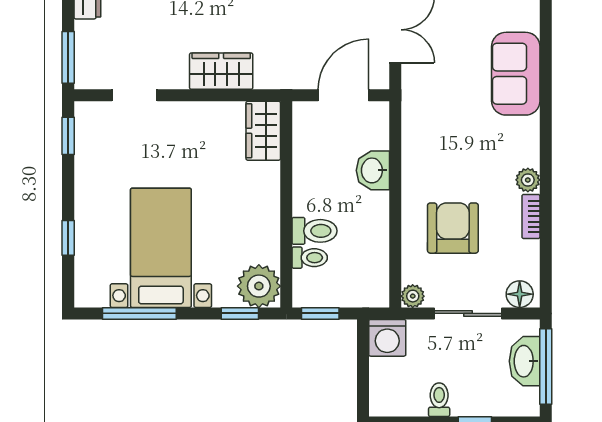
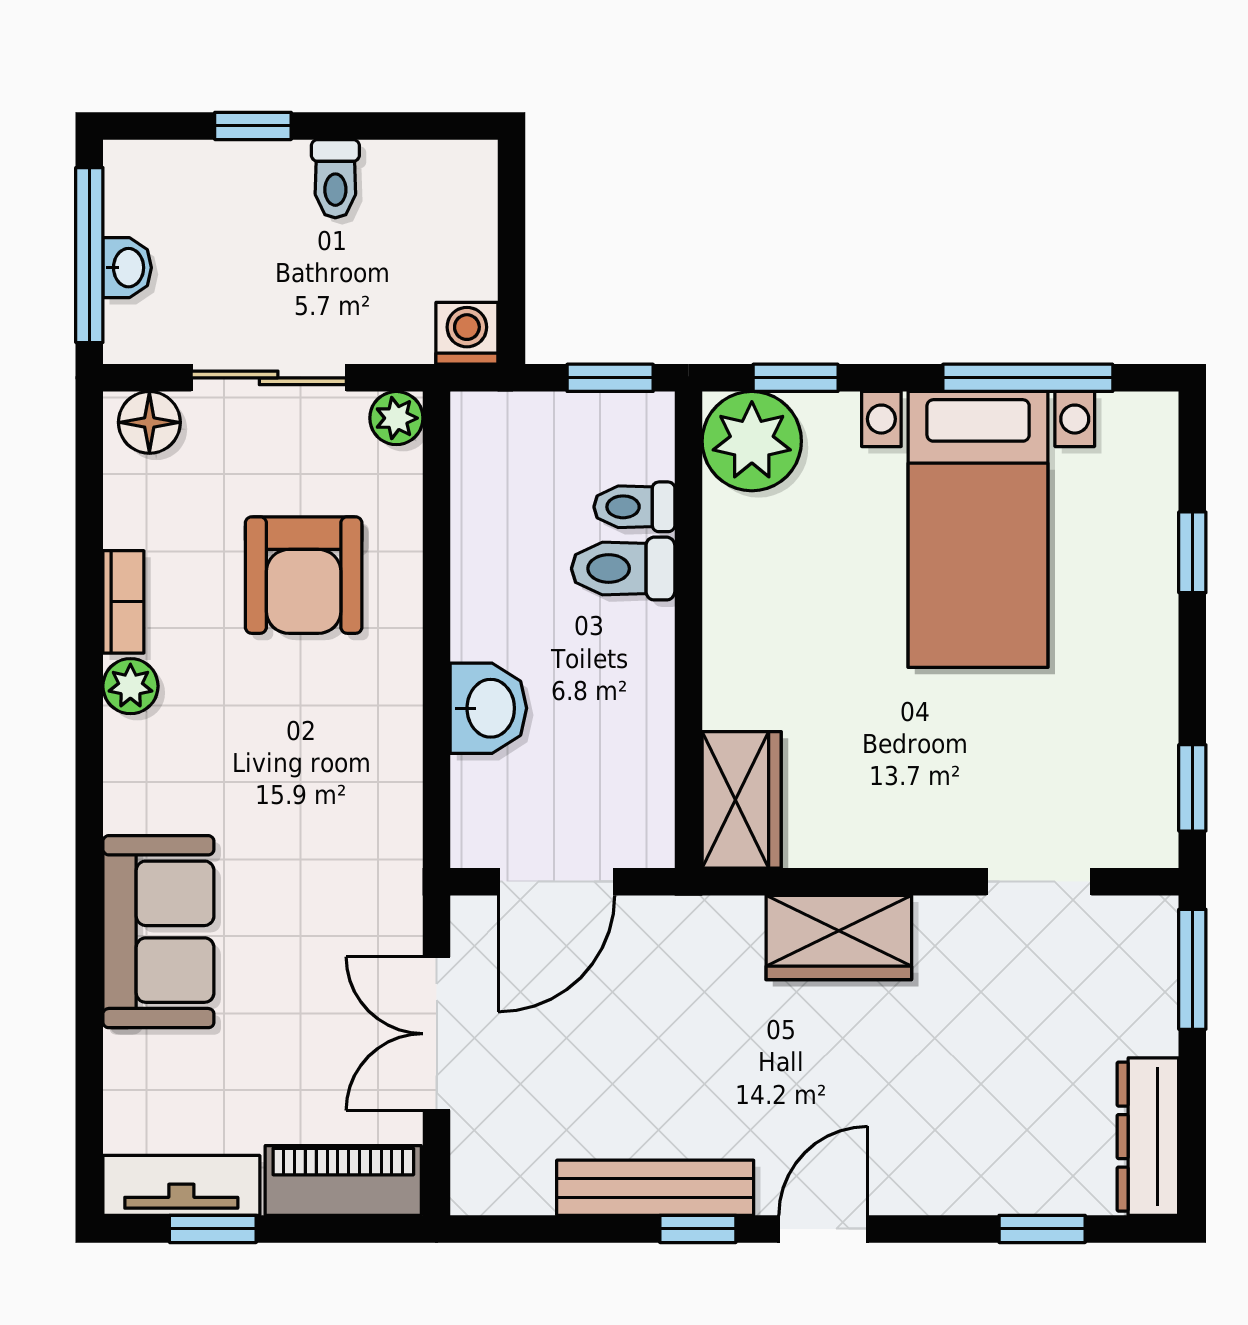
washing machine: (387, 338) -> (467, 333), width x0.73, depth x0.73
washbasin: (525, 361) -> (127, 268), width x0.52, depth x0.69

